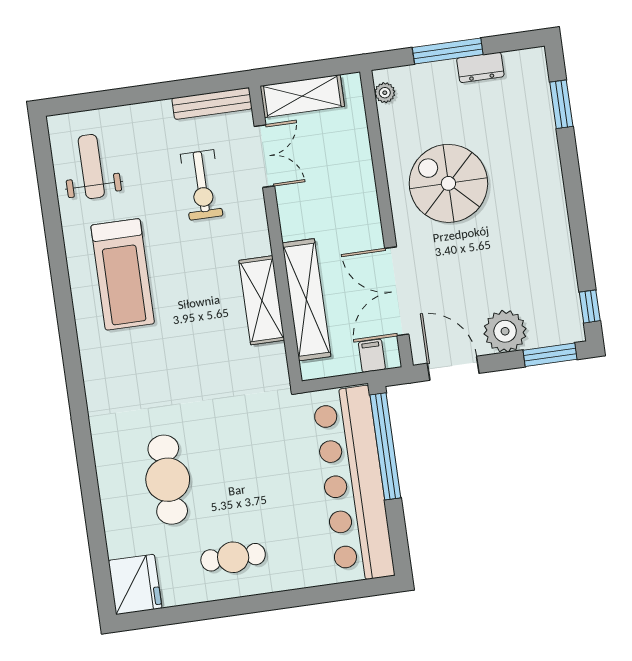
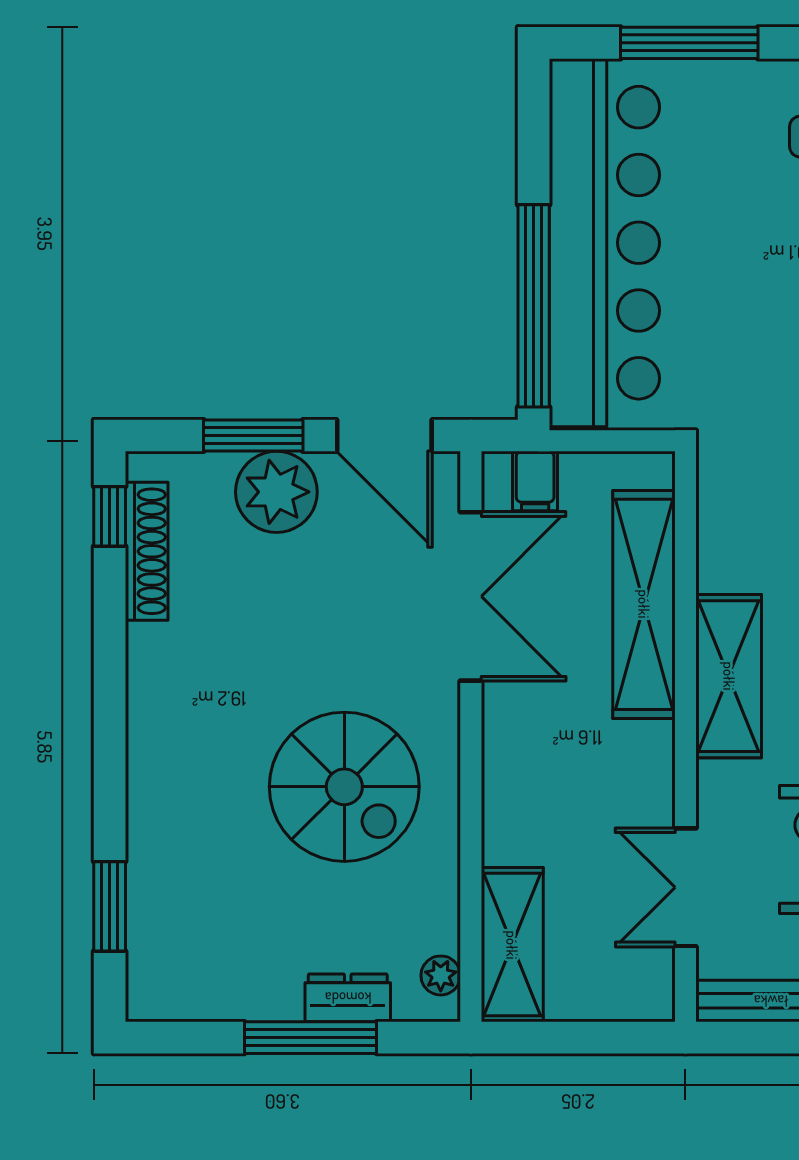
dresser: (480, 67) -> (348, 998), moved
shelving: (302, 96) -> (512, 945), moved, turned 90
shoe rack: (568, 291) -> (147, 551), added
shelving: (262, 300) -> (729, 676), moved
window: (550, 355) -> (253, 435), moved
window: (324, 594) -> (689, 43), added

